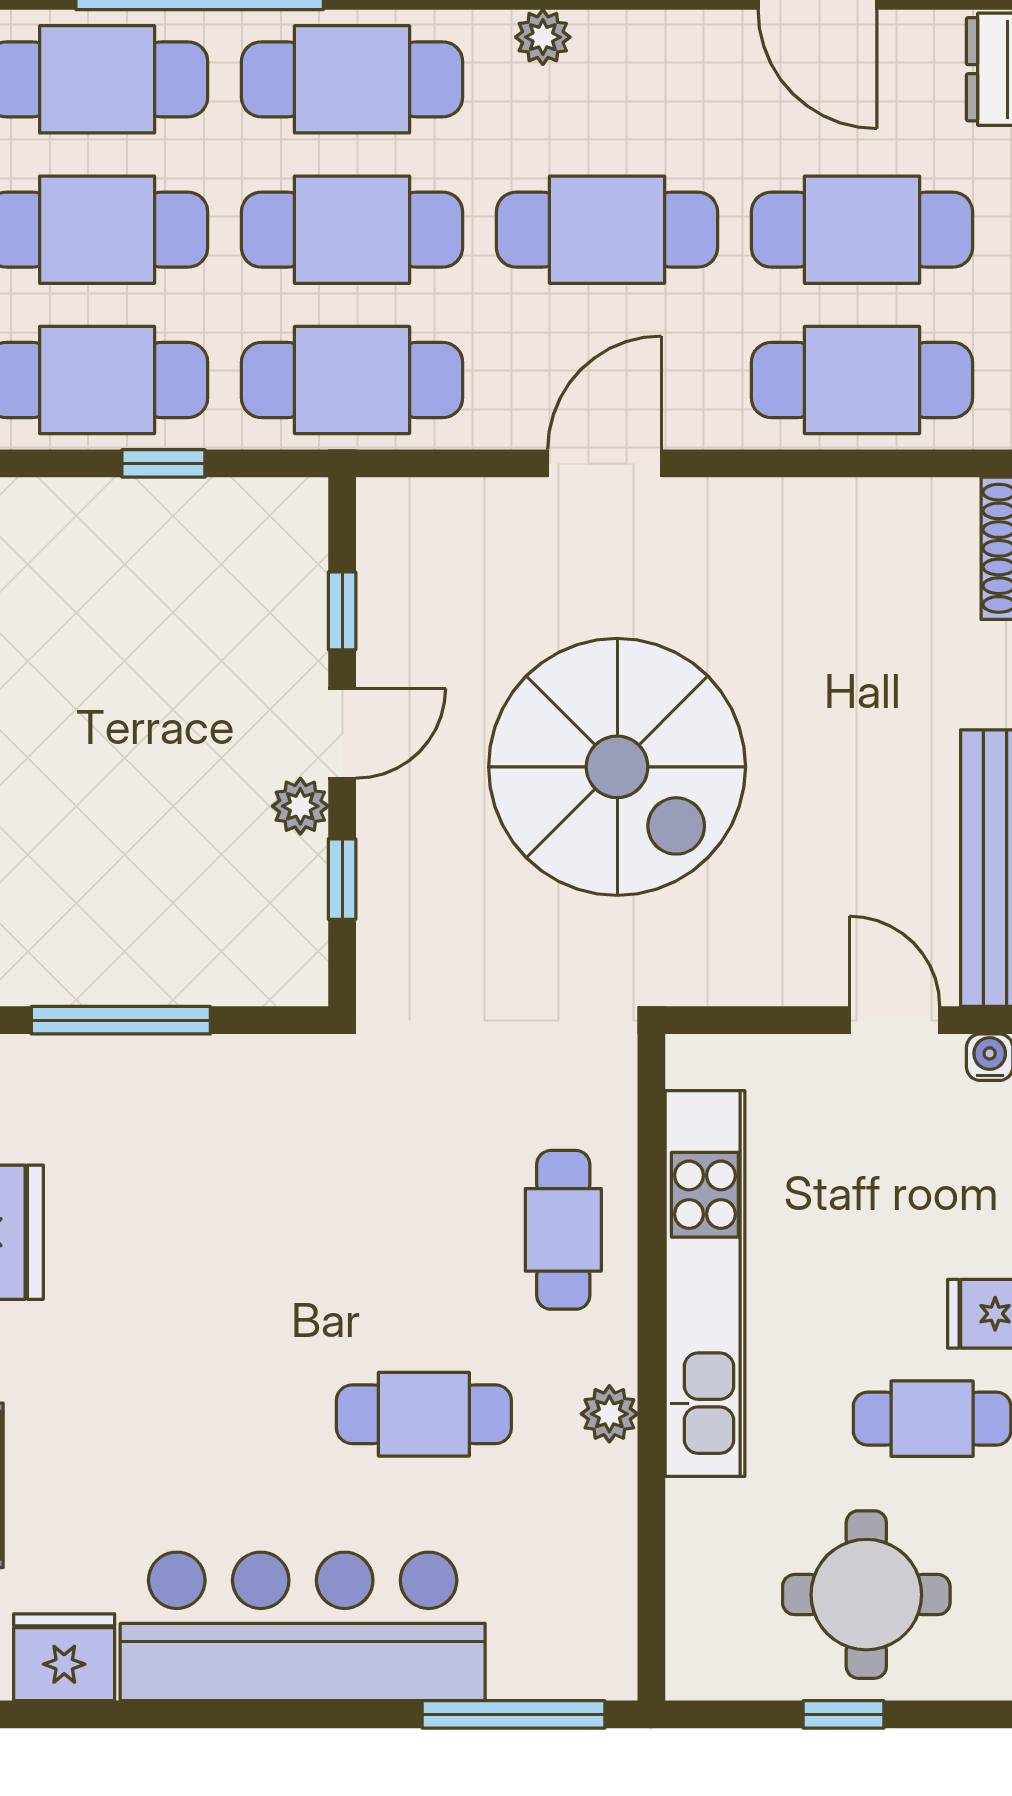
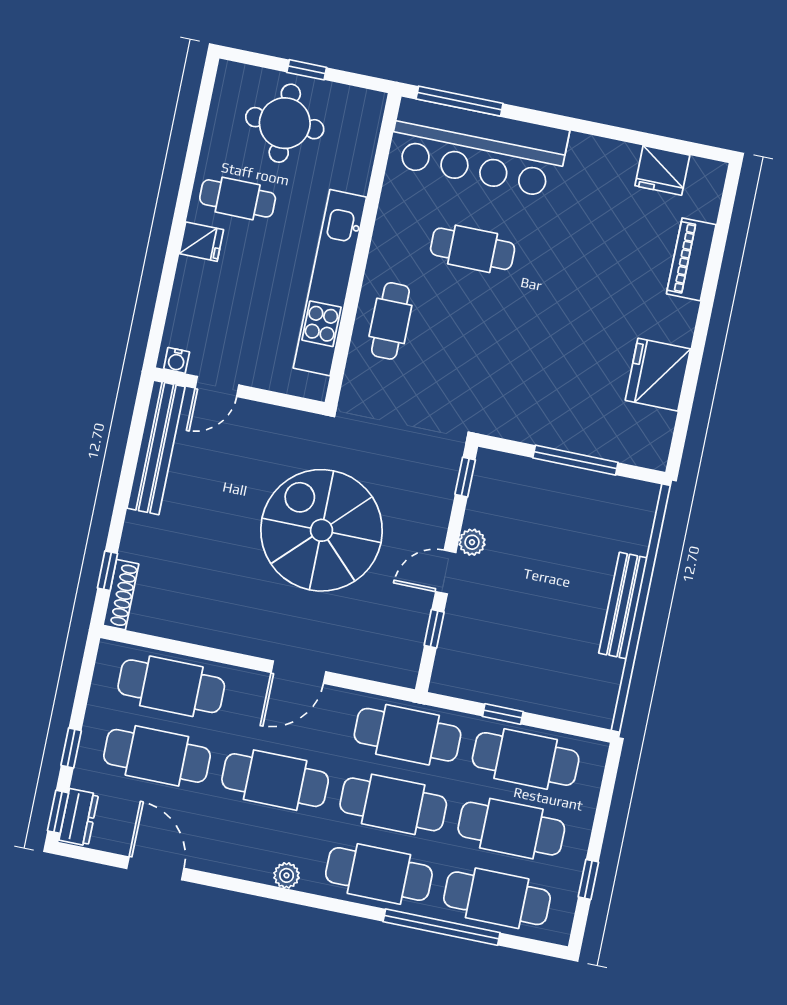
window: (342, 879) -> (465, 477), moved
door: (895, 1020) -> (217, 387), hinge flipped
plant: (609, 1414) -> (387, 231), removed
bar counter: (303, 1626) -> (478, 148), moved

